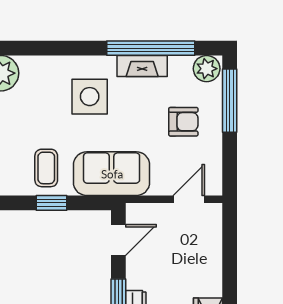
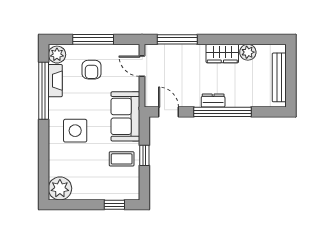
fireplace: (142, 66) -> (55, 81), moved
window: (230, 101) -> (93, 39), moved
armchair: (183, 122) -> (92, 70), turned 180
window: (230, 253) -> (177, 39), added

